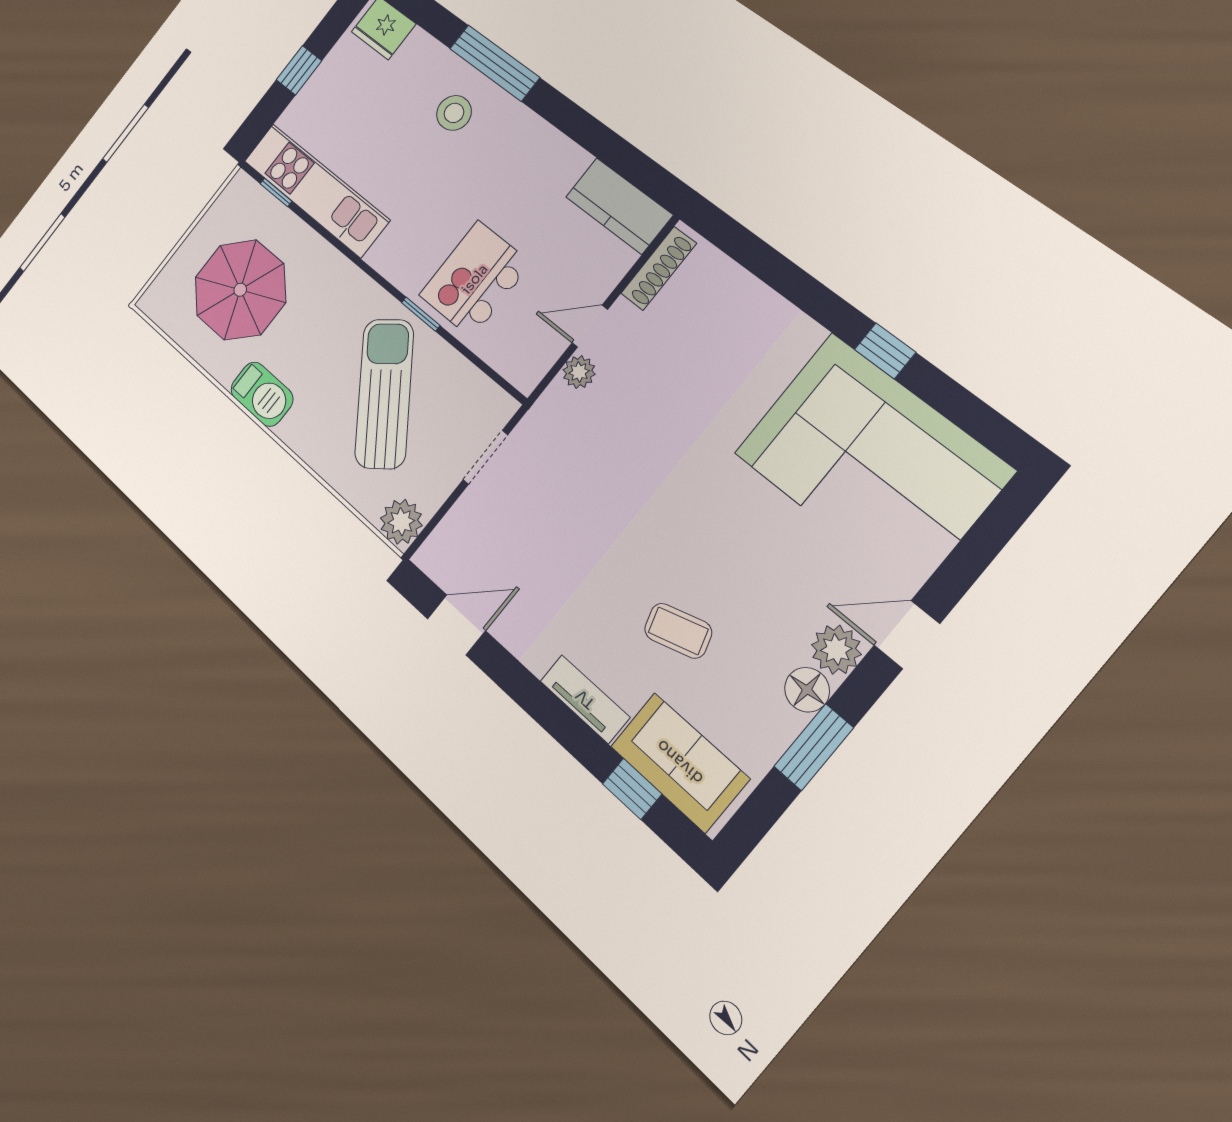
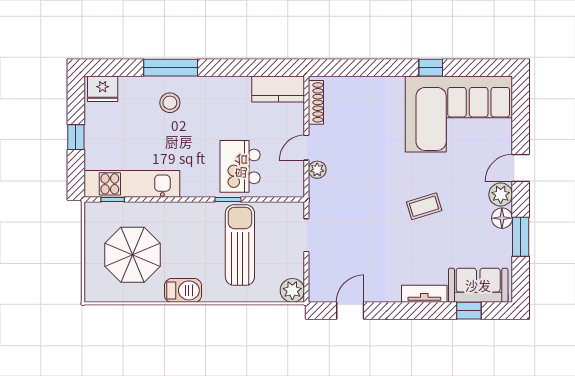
sun lounger: (384, 394) -> (240, 245), turned 37
coffee table: (678, 631) -> (424, 206), moved

